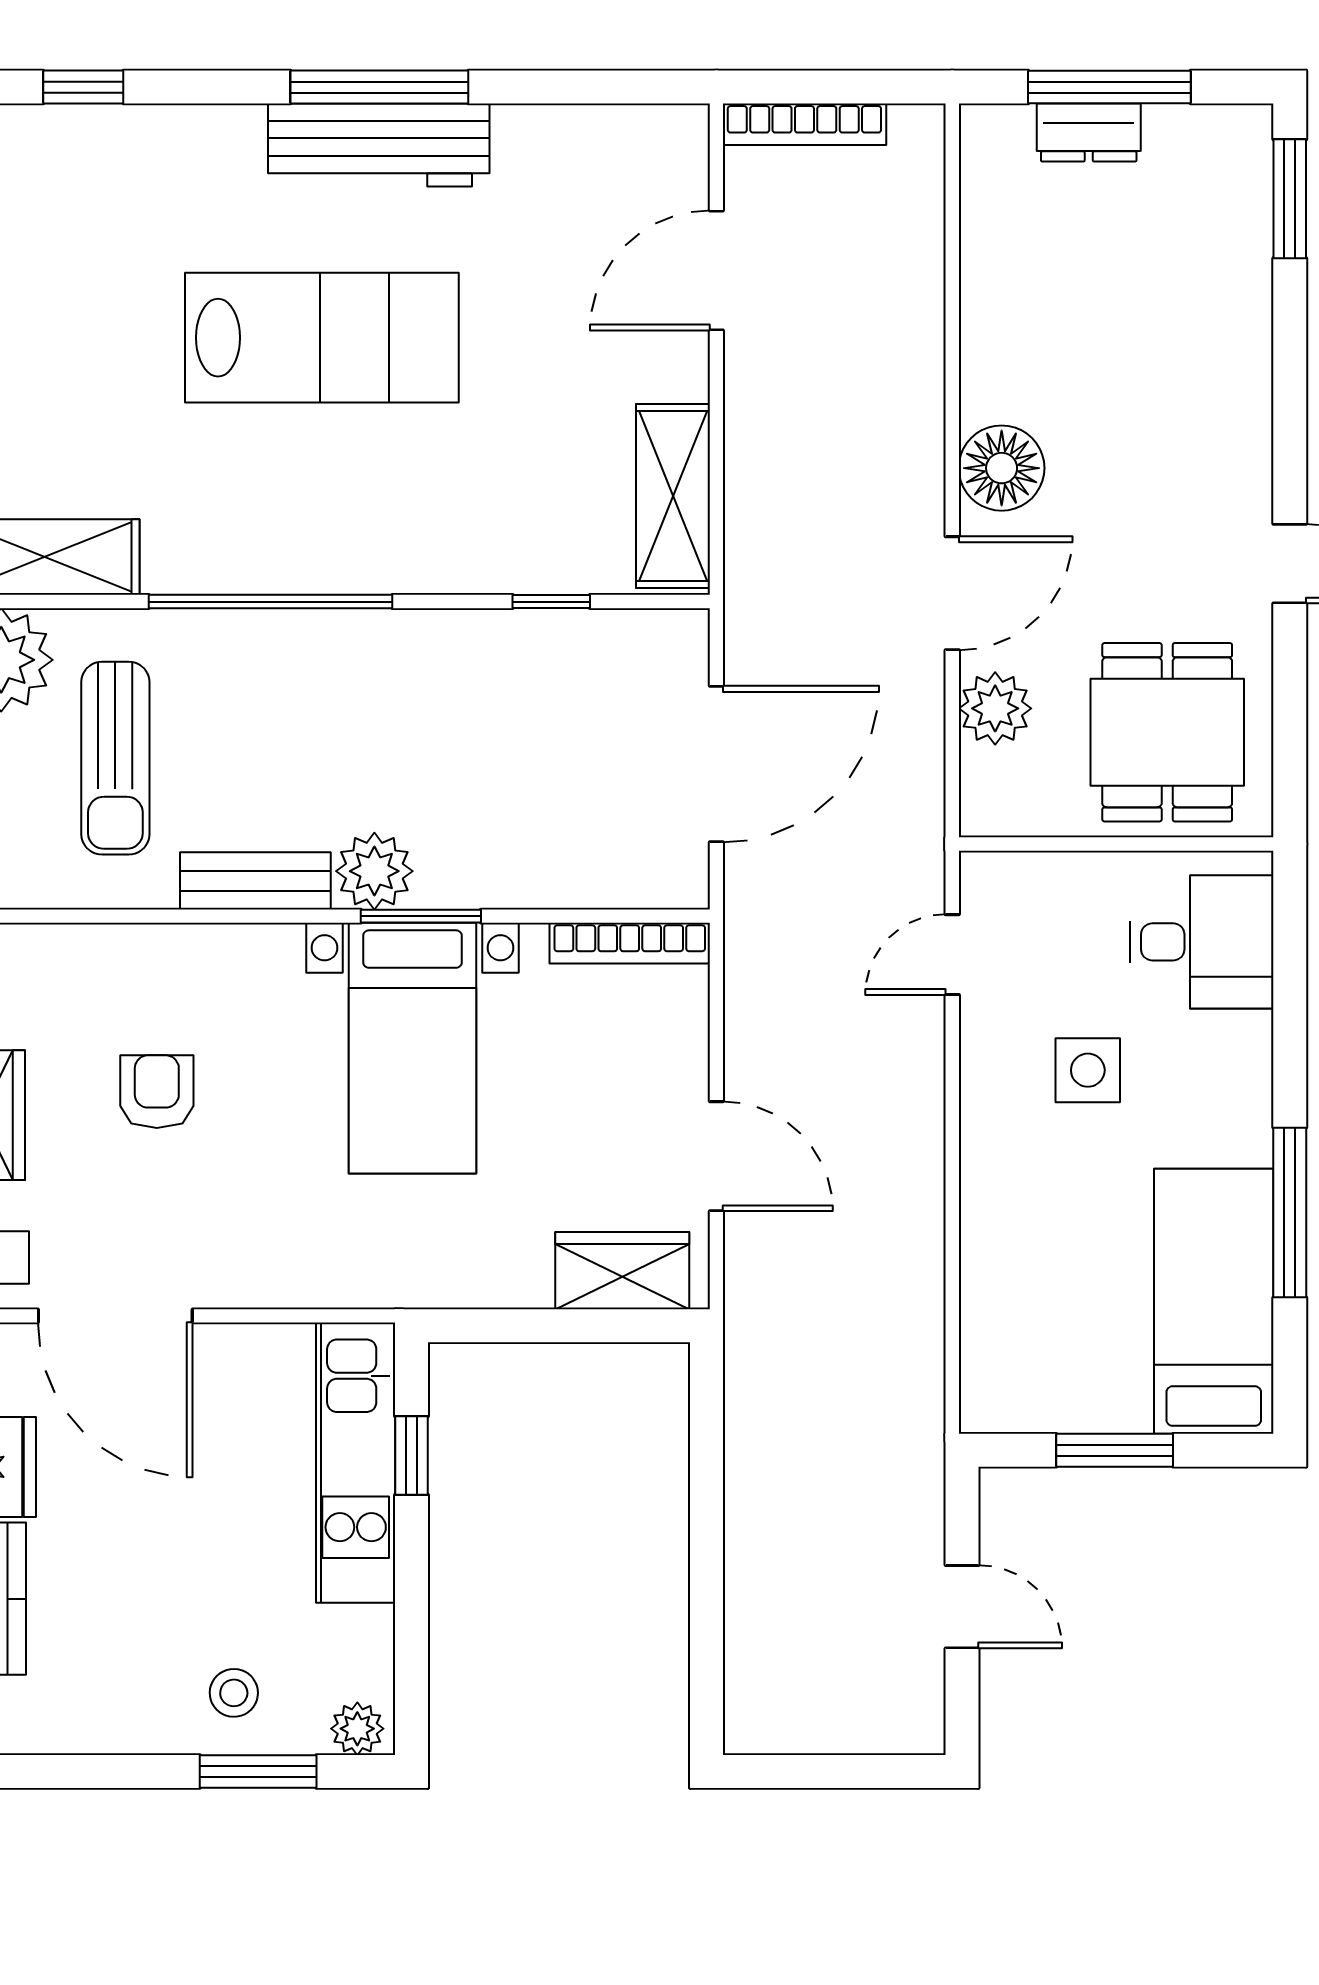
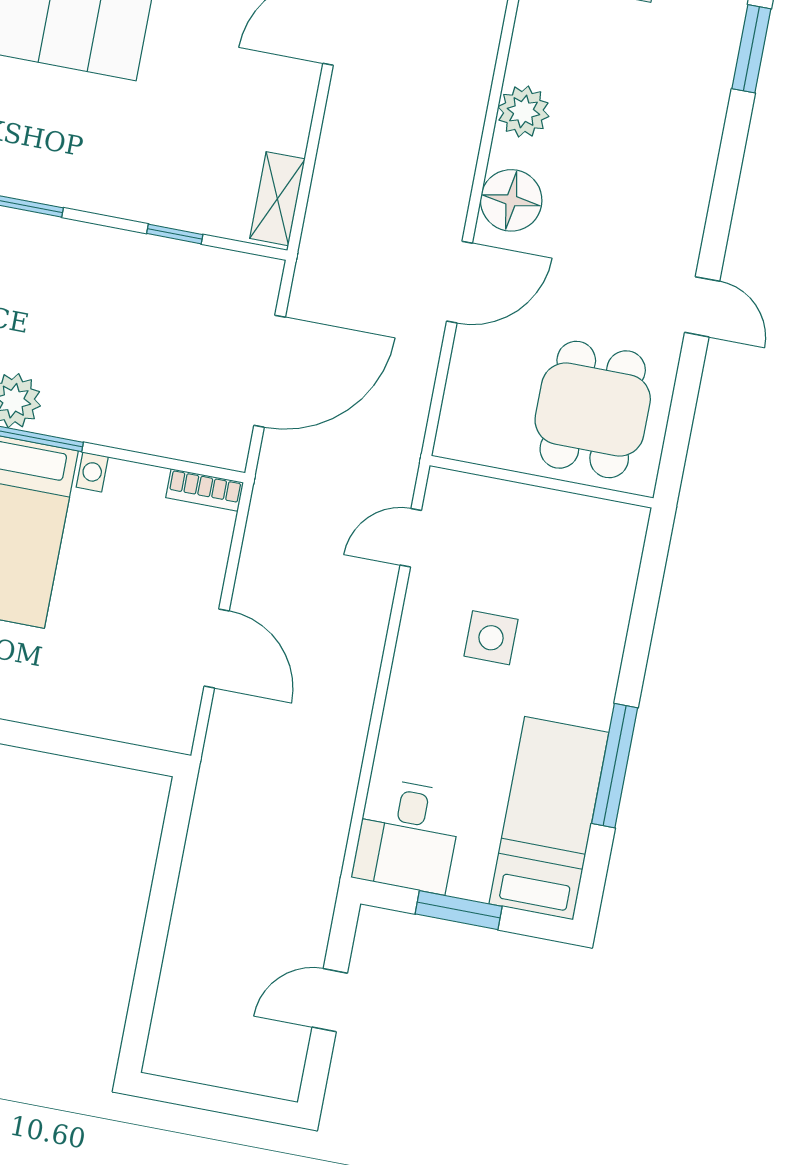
shelving: (673, 496) -> (277, 199), width x0.67, depth x0.75
plant: (995, 708) -> (523, 111), moved
desk: (1202, 942) -> (408, 836), moved, turned 90
bookcase: (630, 943) -> (205, 490), width x0.64
wardrobe: (622, 1271) -> (135, 717), removed
door: (962, 1607) -> (330, 1000), swing flipped

